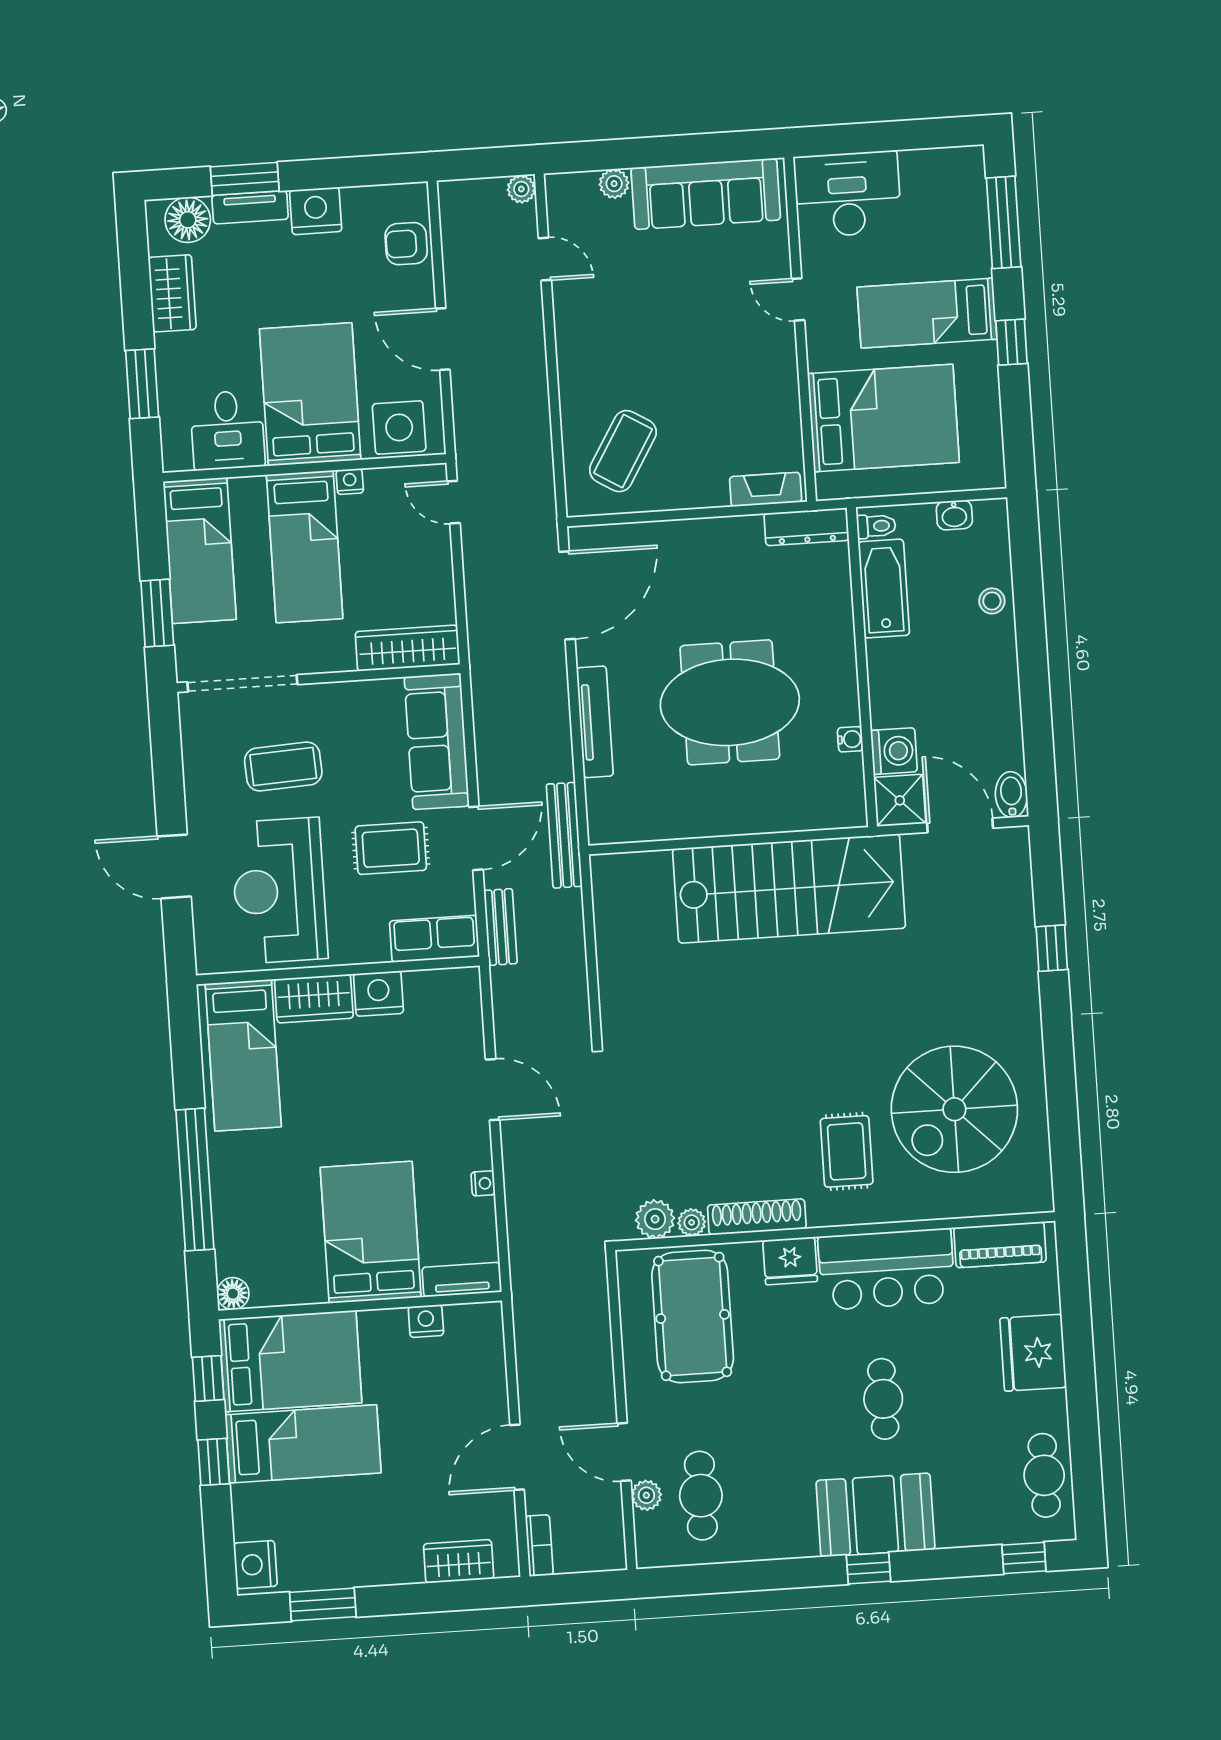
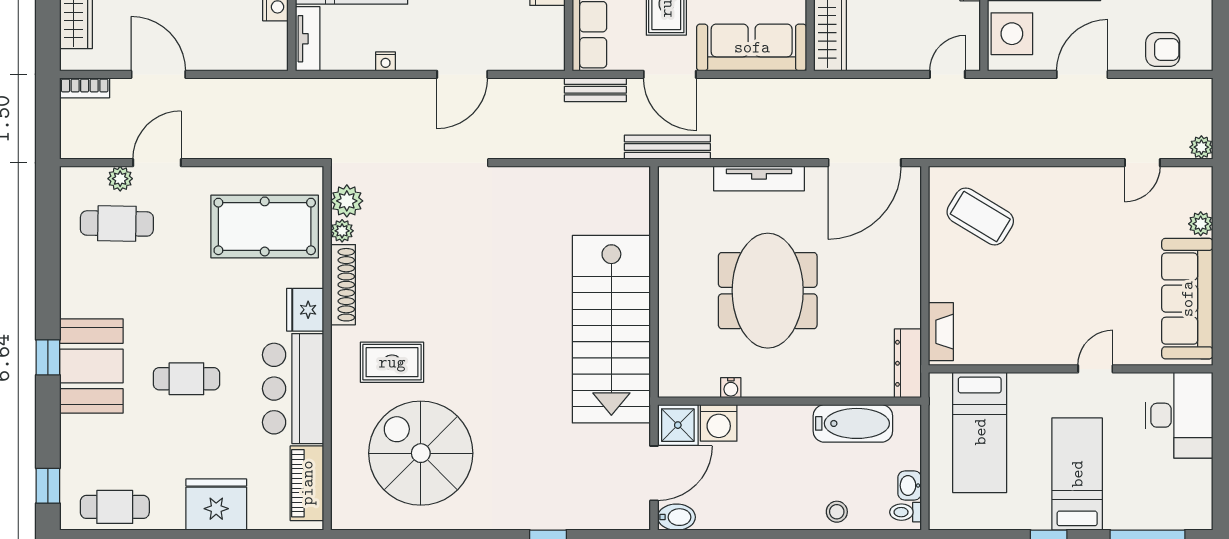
armchair: (406, 244) -> (1163, 50), turned 90
bed: (883, 418) -> (980, 432), width x0.67
toilet: (876, 526) -> (906, 512), moved, turned 90
door: (567, 595) -> (865, 163), hinge flipped

